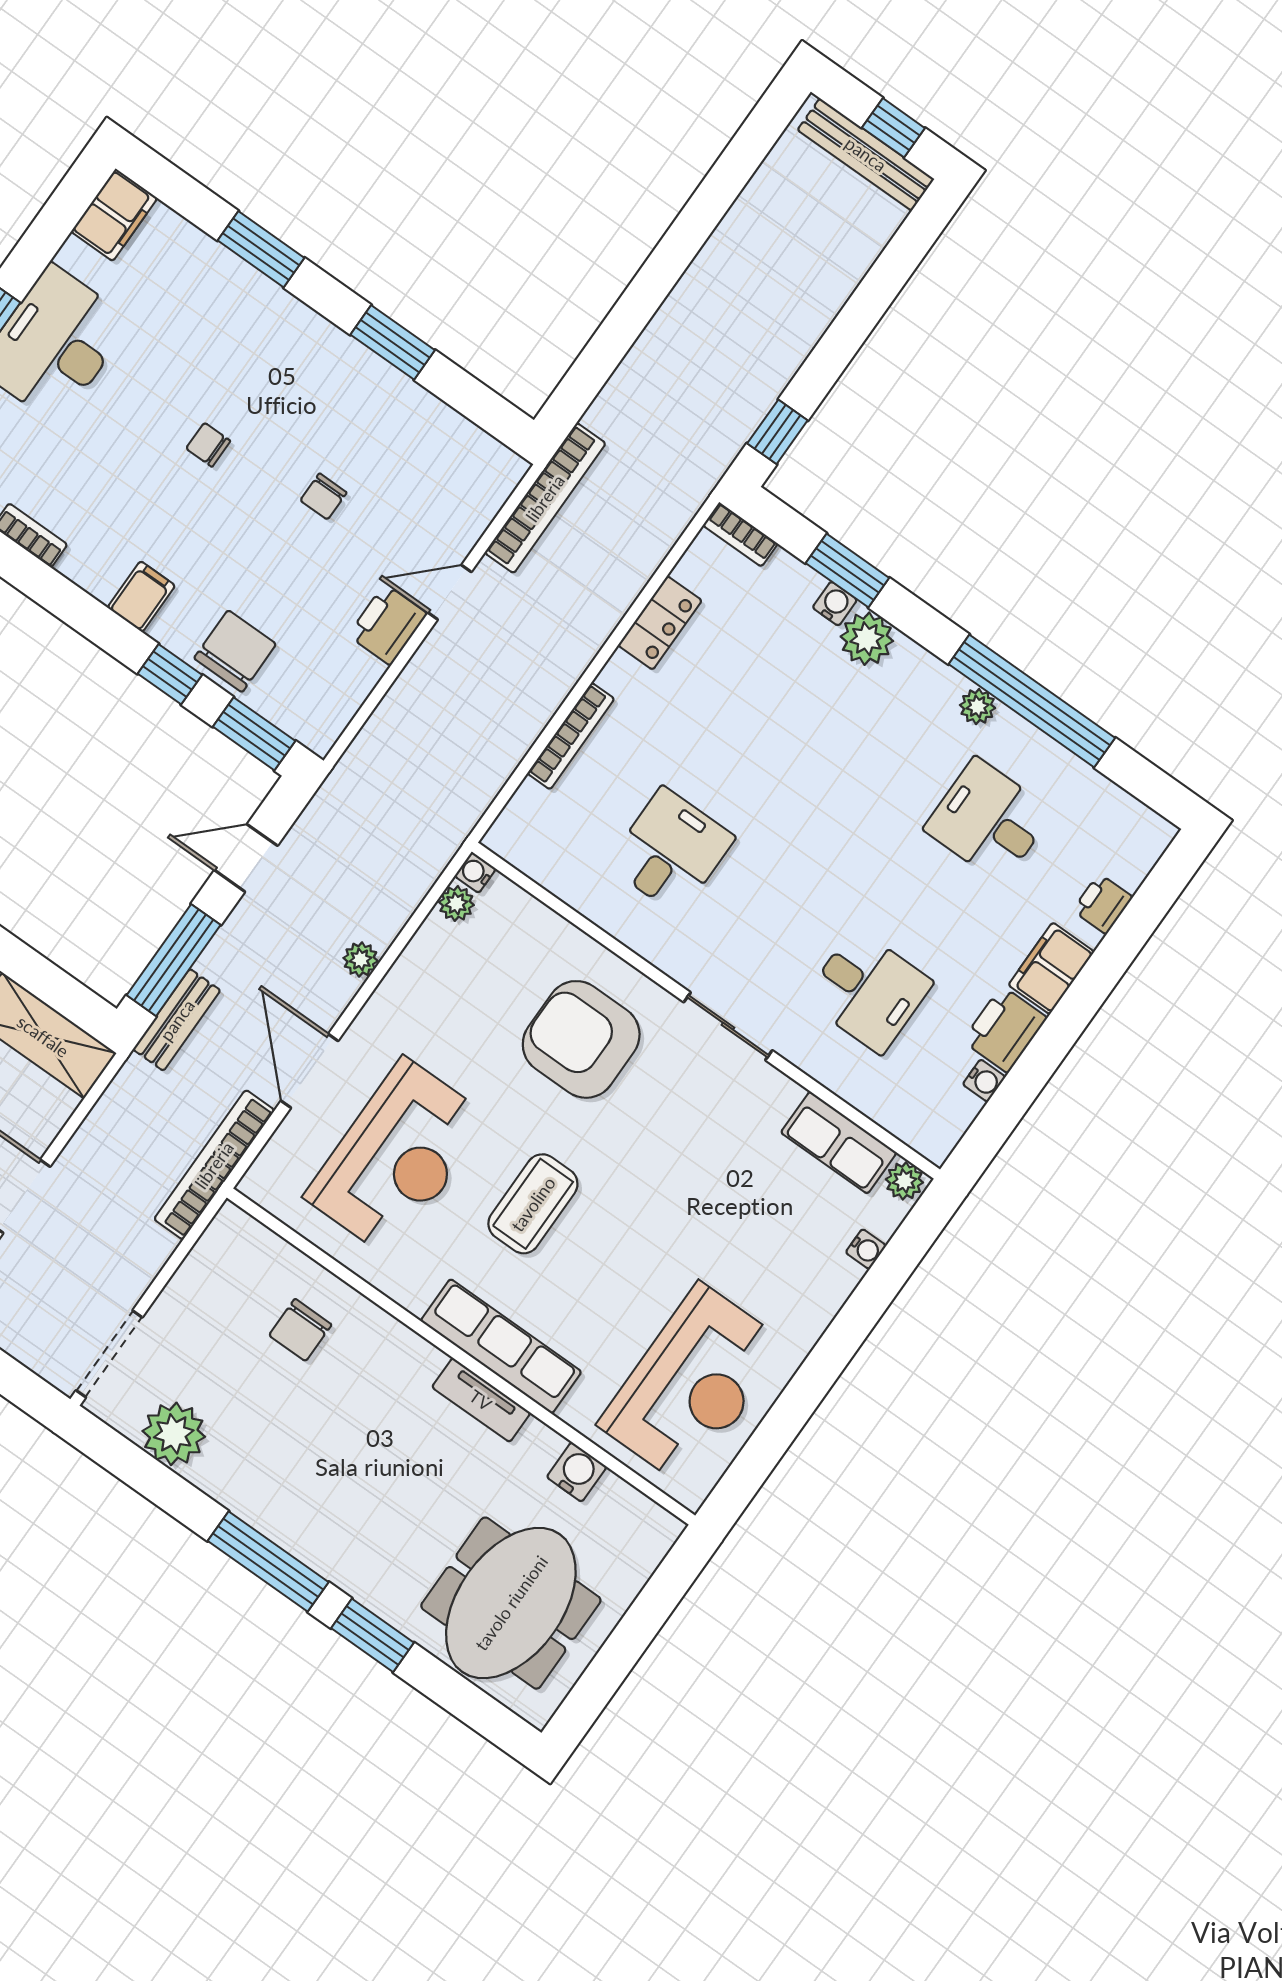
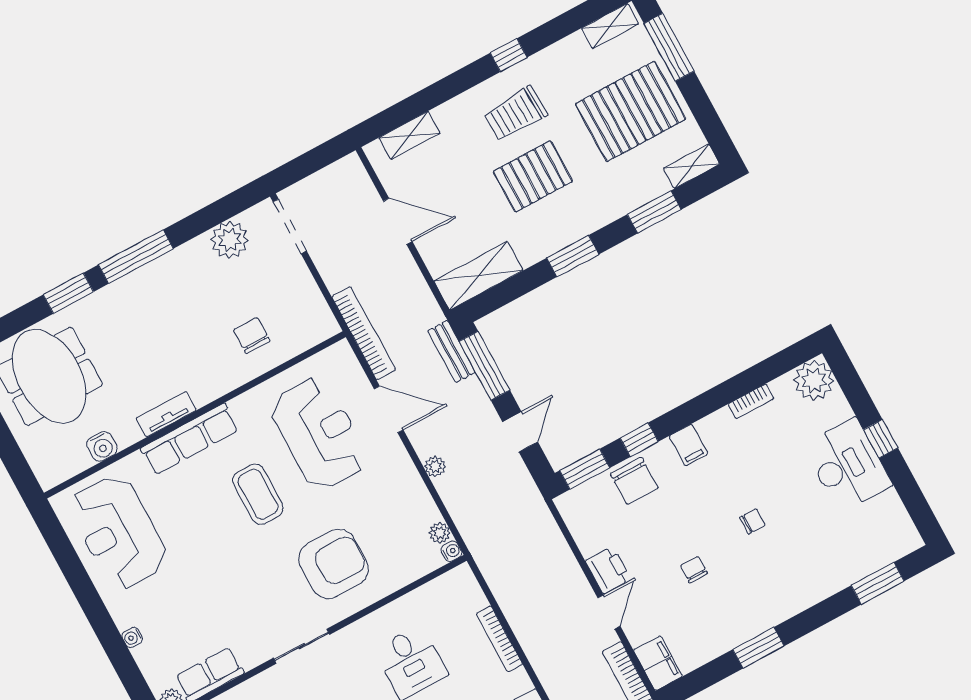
filing cabinet: (114, 215) -> (658, 663), moved, turned 180
window: (261, 249) -> (878, 583), moved
reception desk: (397, 1157) -> (319, 433), turned 180
water cooler: (866, 1249) -> (132, 638), moved

